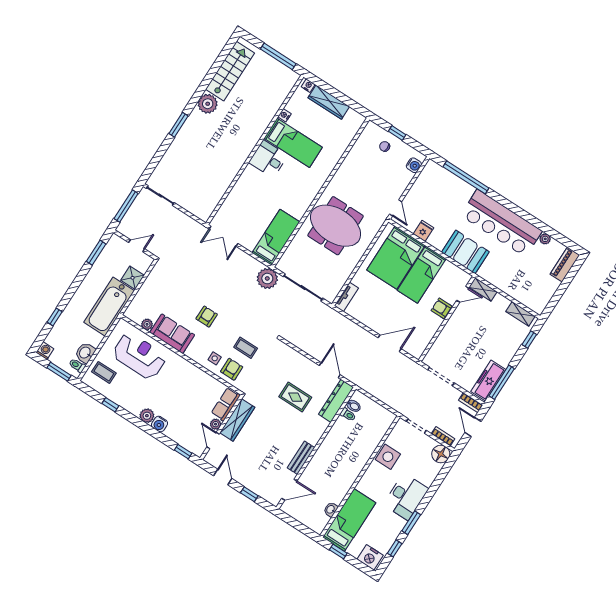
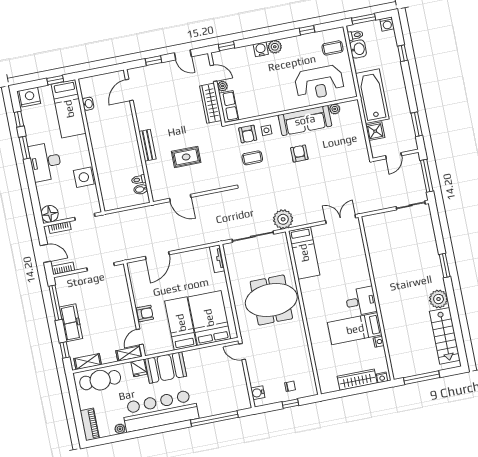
fridge: (423, 231) -> (139, 368), moved
cafe table: (524, 290) -> (100, 380), added
armchair: (207, 317) -> (299, 153), turned 180
sofa: (172, 334) -> (305, 120), width x1.36
freezer: (488, 381) -> (71, 323), moved
dresser: (336, 401) -> (156, 181), removed
bench: (301, 458) -> (147, 145), moved

